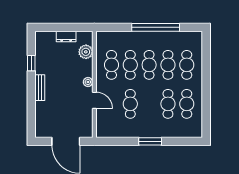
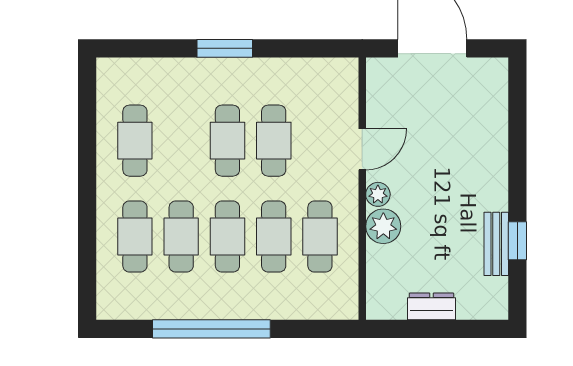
plant: (86, 52) -> (383, 226), moved
bench: (40, 88) -> (496, 244), moved
door: (94, 100) -> (362, 149), swing flipped
cafe table: (168, 104) -> (227, 141), moved

